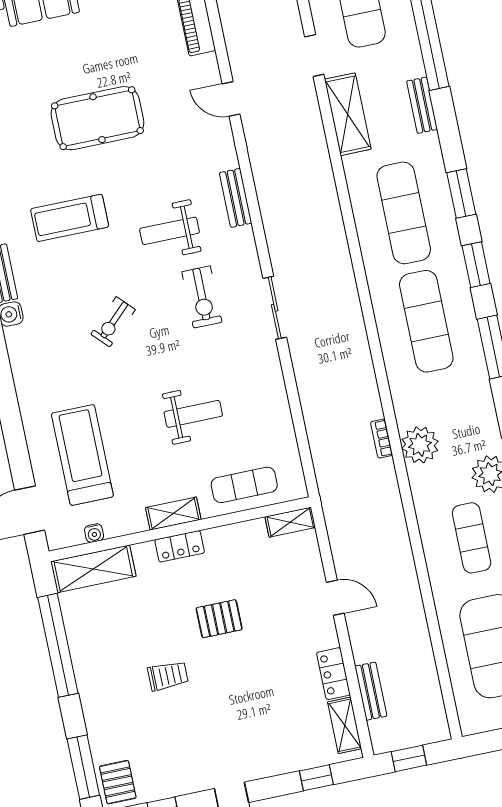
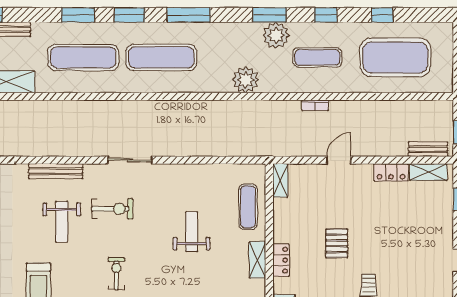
bench: (236, 198) -> (56, 171), width x1.36
exercise bike: (113, 322) -> (116, 274), turned -136
bookcase: (382, 439) -> (315, 105), moved
bench: (371, 691) -> (428, 149), moved

